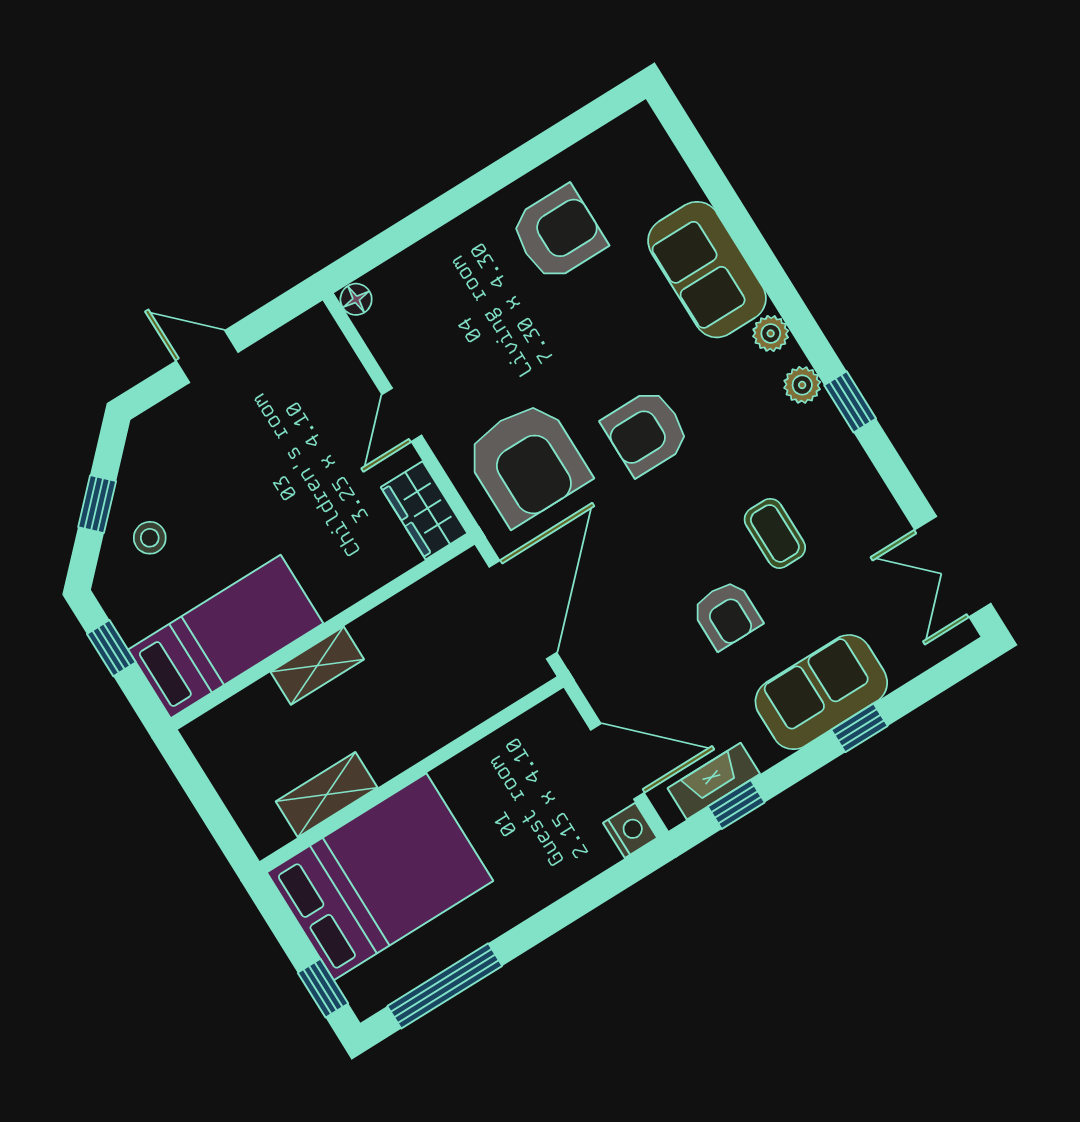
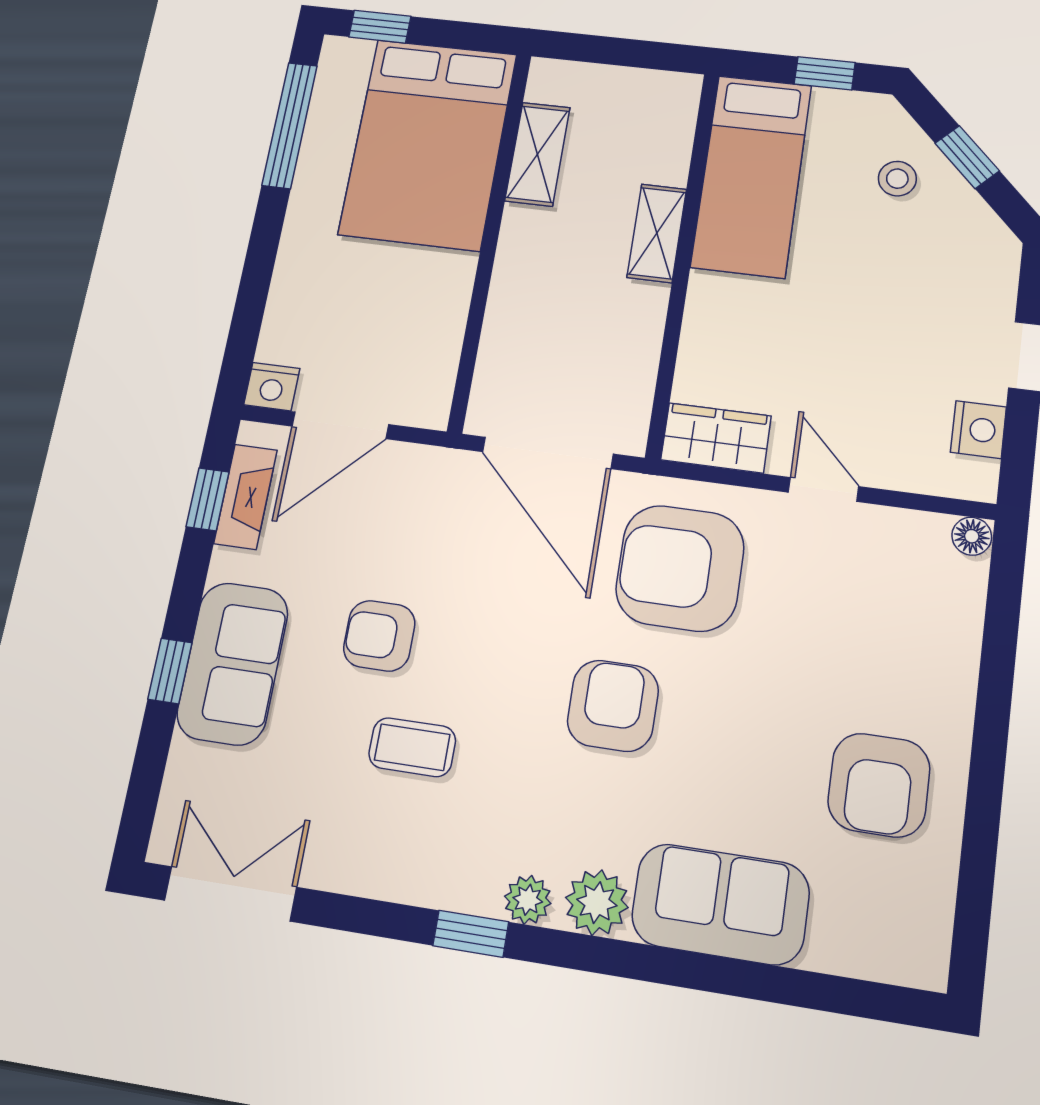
plant: (771, 333) -> (597, 903), width x1.38, depth x1.38
nightstand: (282, 349) -> (978, 430), added

